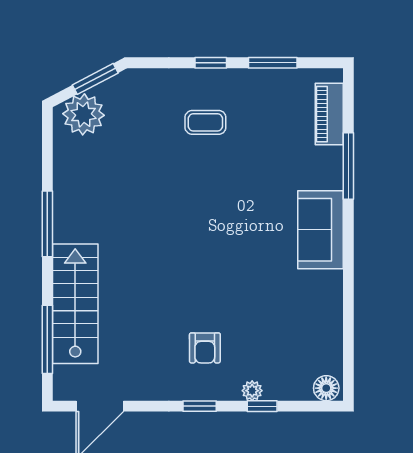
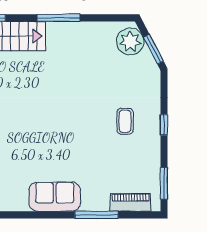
window: (273, 63) -> (164, 183), moved

